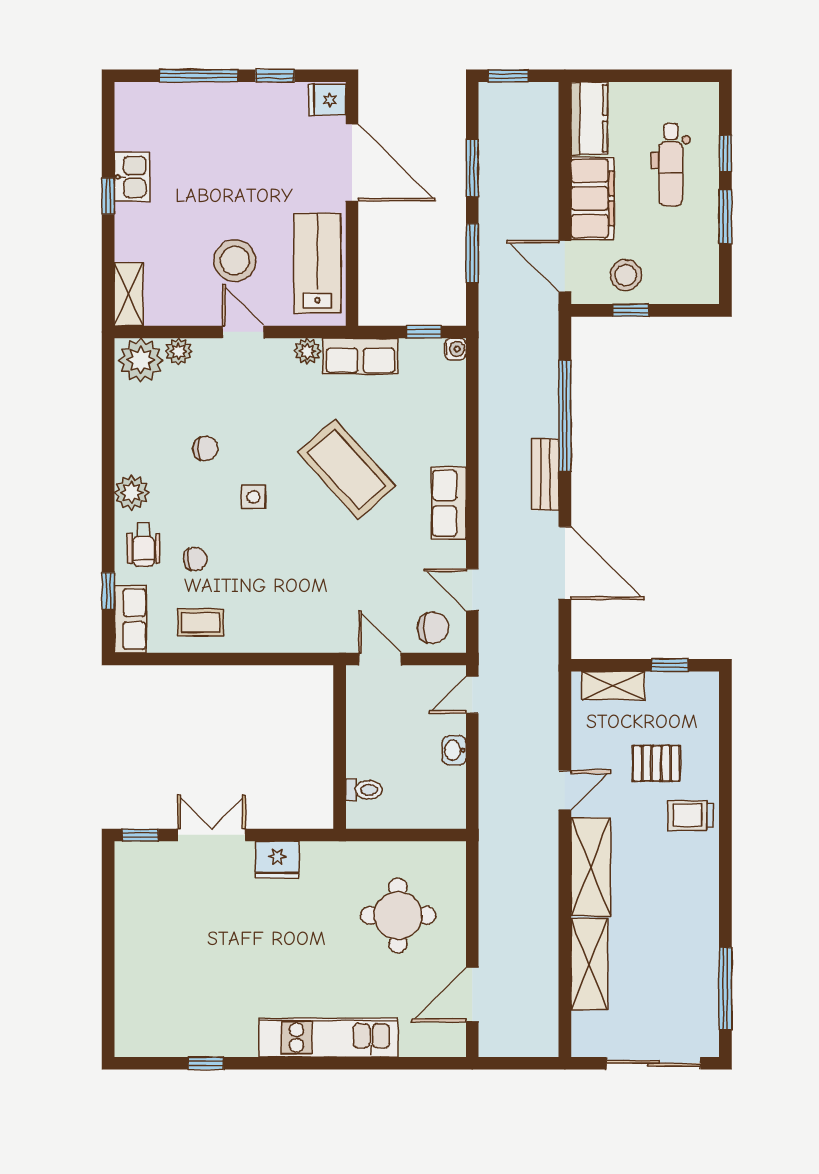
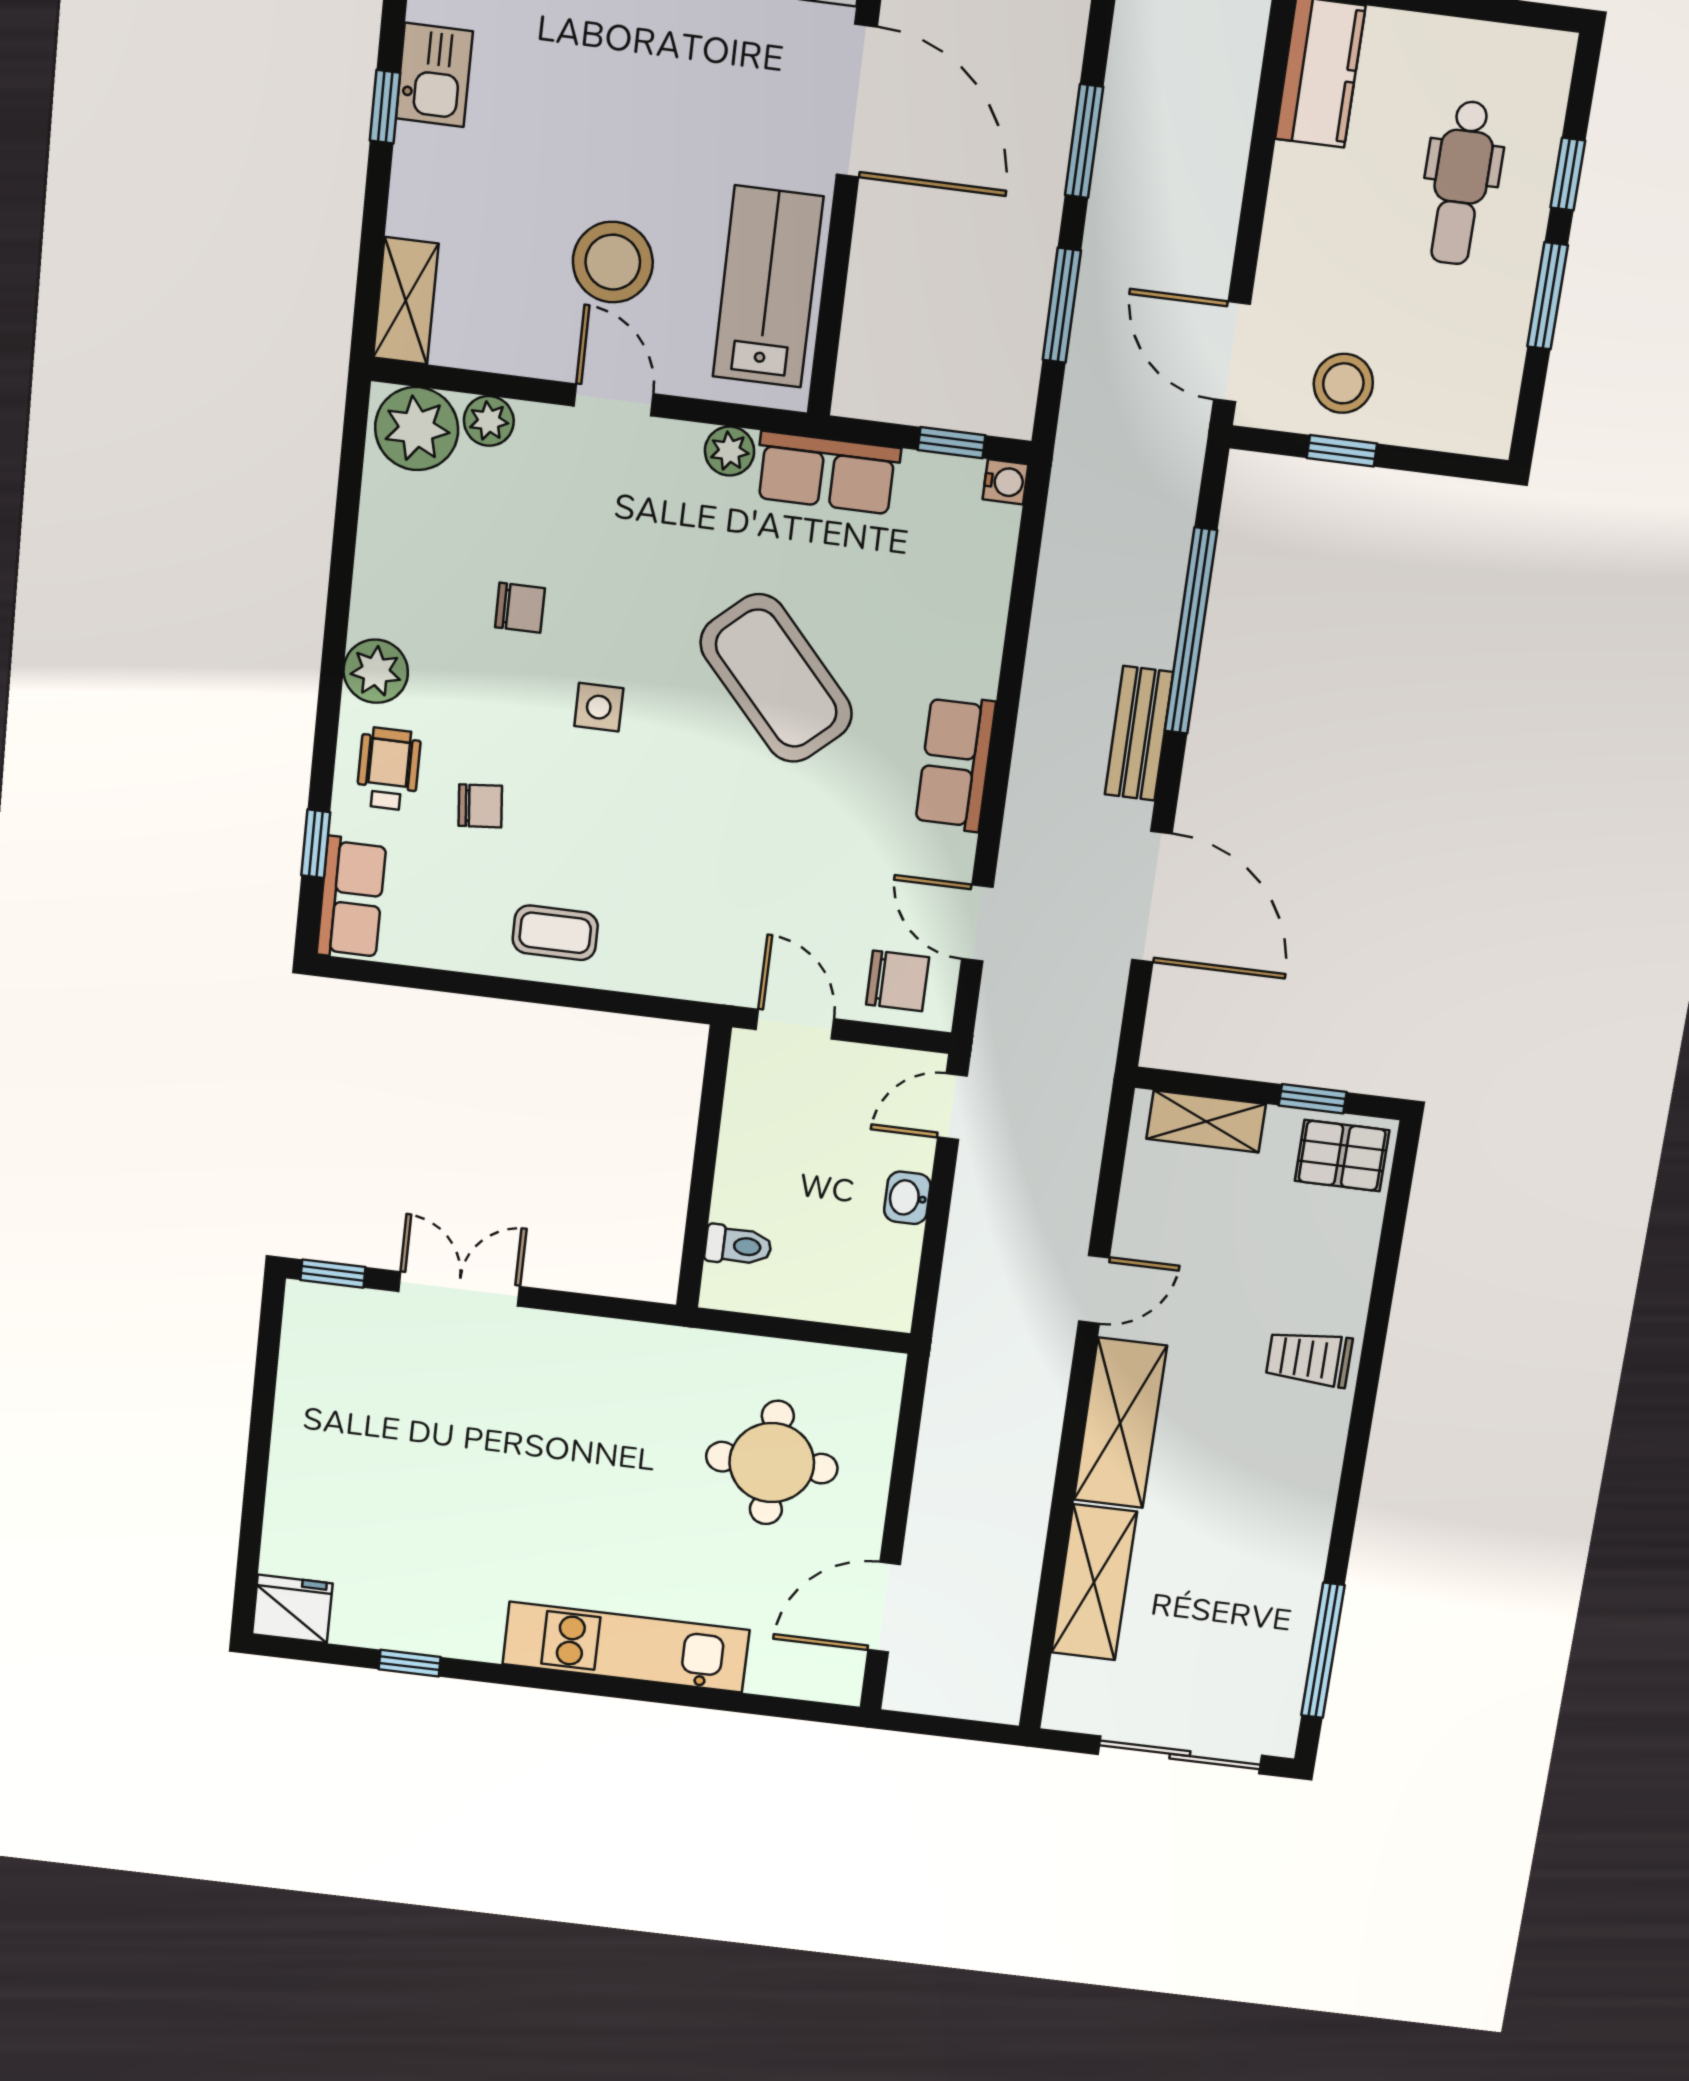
filing cabinet: (593, 198) -> (1303, 229), removed
wheelchair: (144, 545) -> (389, 769), turned 180
coffee table: (201, 622) -> (555, 933), moved
pallet: (656, 763) -> (1342, 1156), moved
fridge: (277, 860) -> (292, 1609), moved, turned 180

